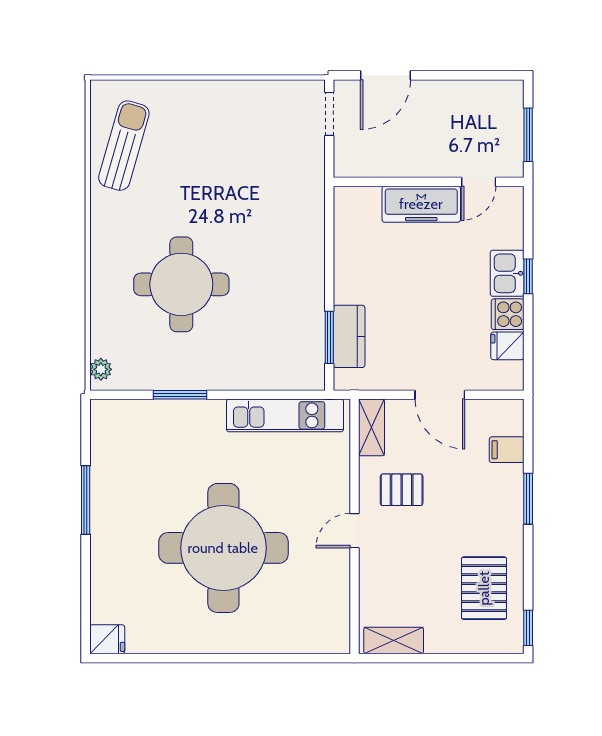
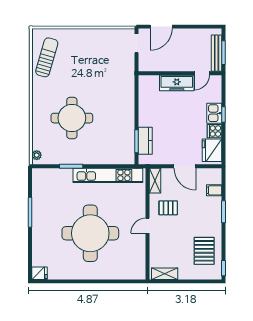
bench: (512, 136) -> (217, 53), added
fridge: (507, 346) -> (212, 150), width x1.88, depth x1.34
kitchen unit: (285, 415) -> (108, 175), width x1.36

